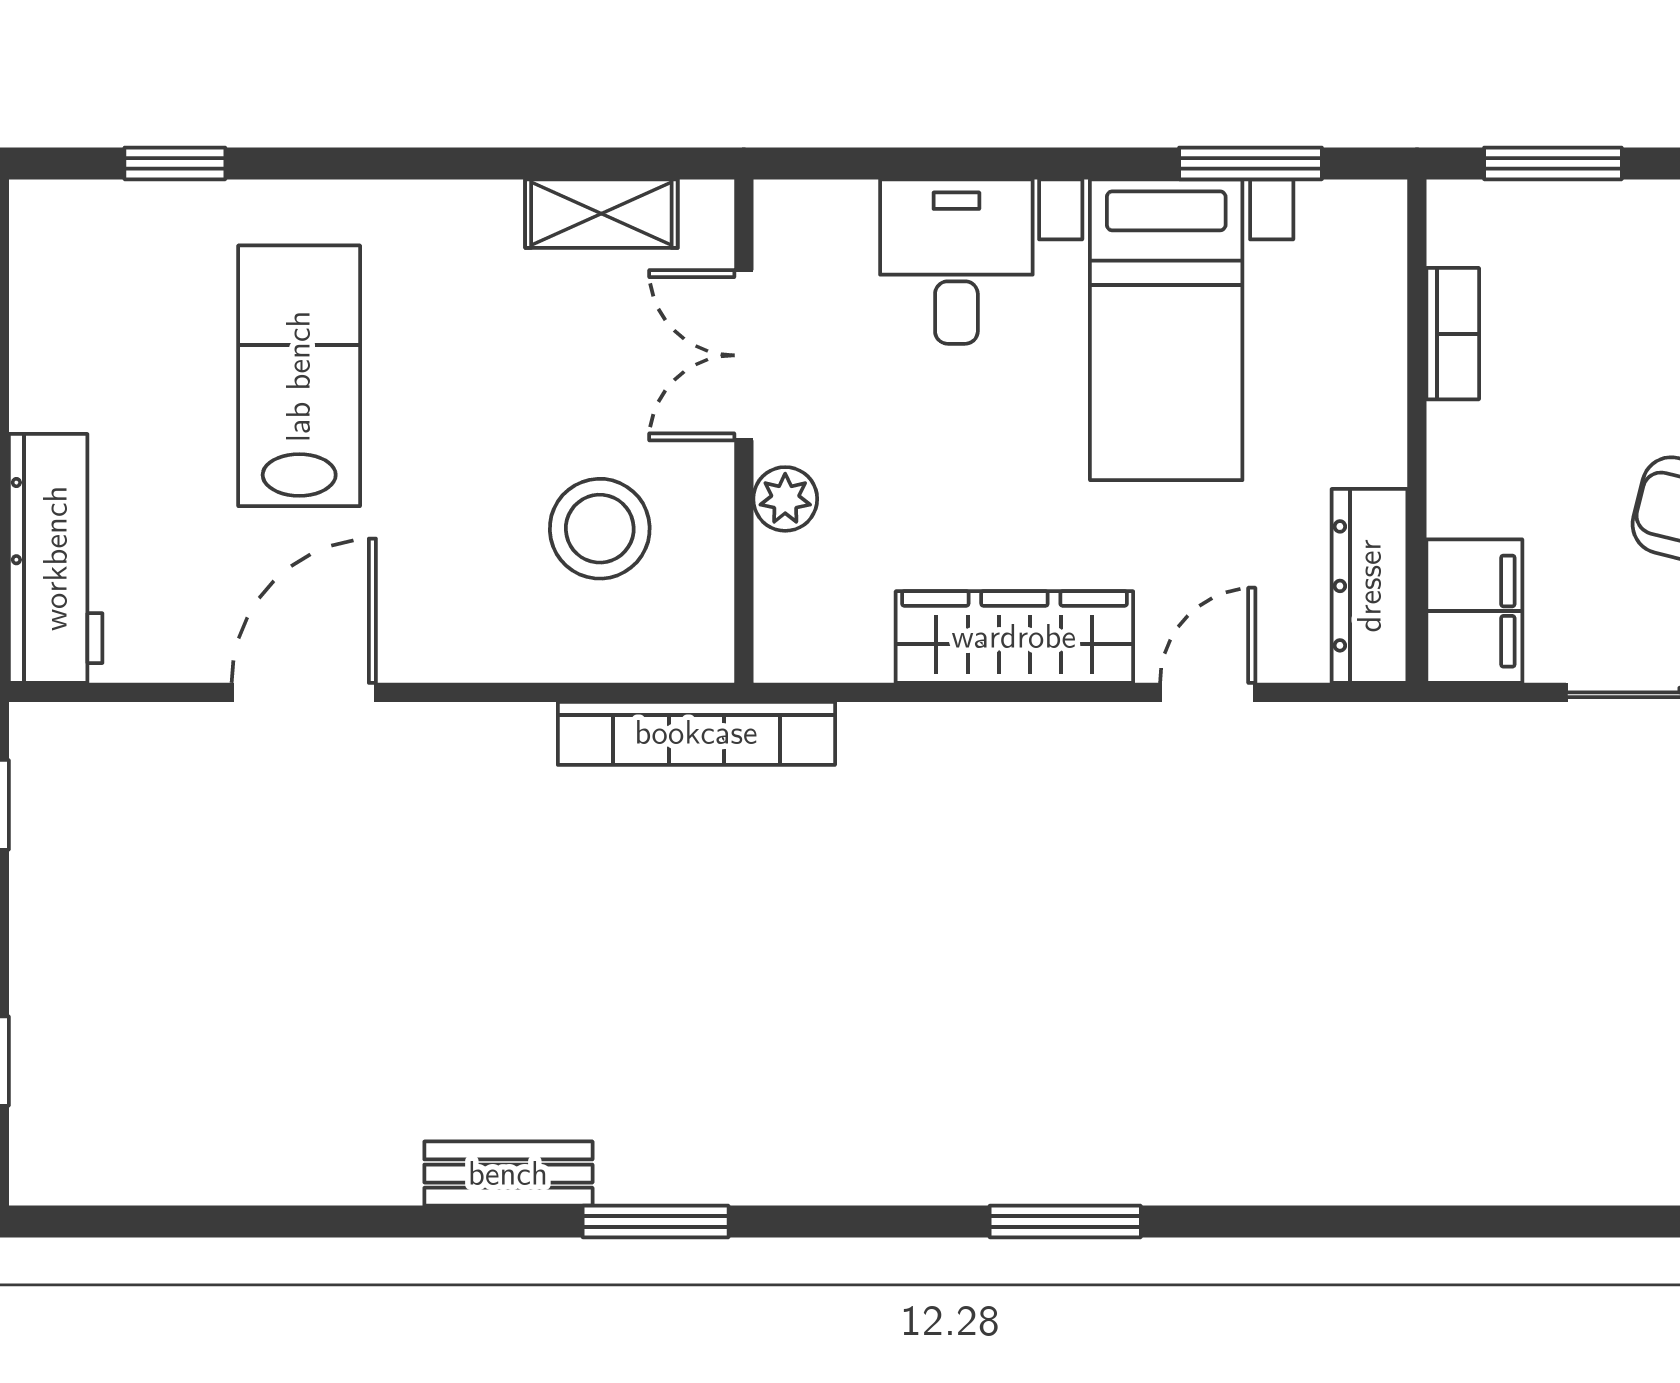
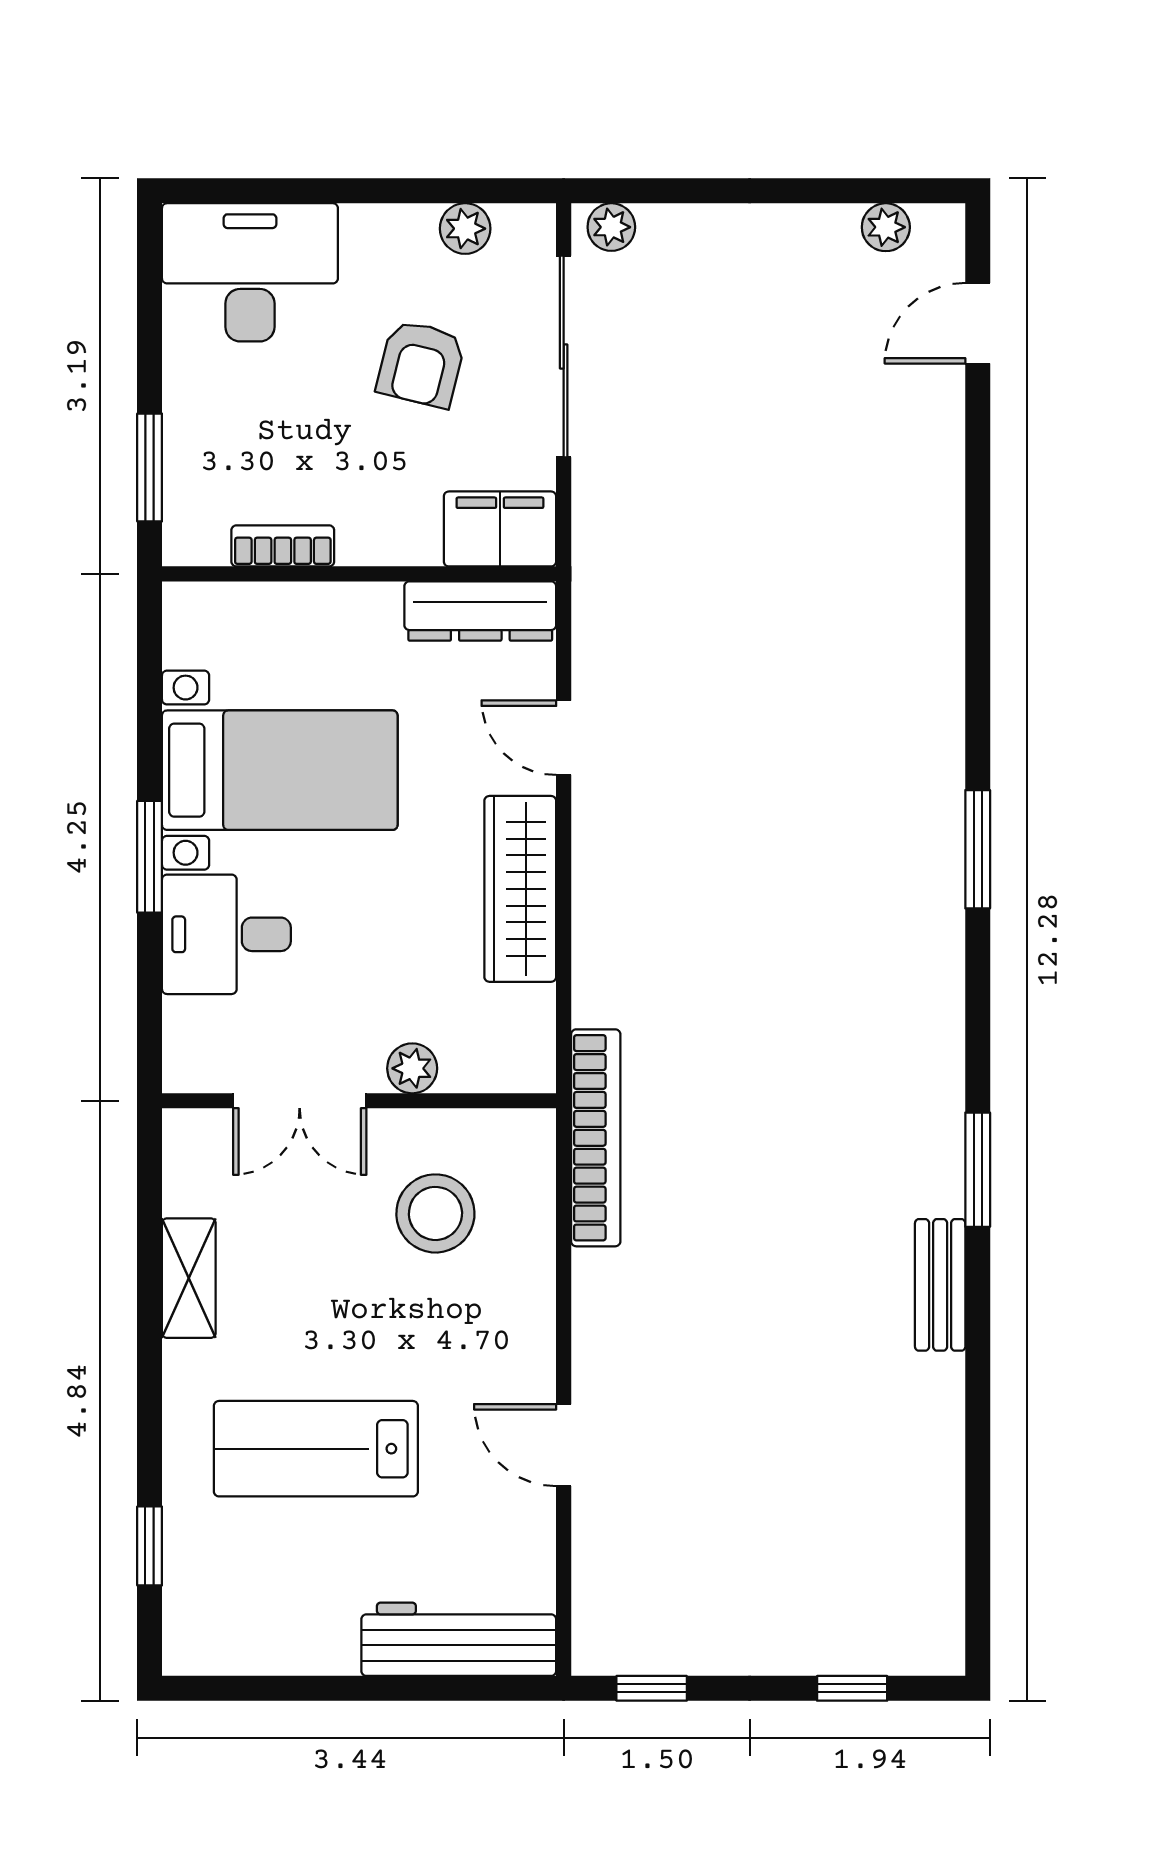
window: (1251, 163) -> (150, 857), moved
shelving: (601, 214) -> (189, 1278), moved
door: (304, 692) -> (564, 1445), width x0.73

